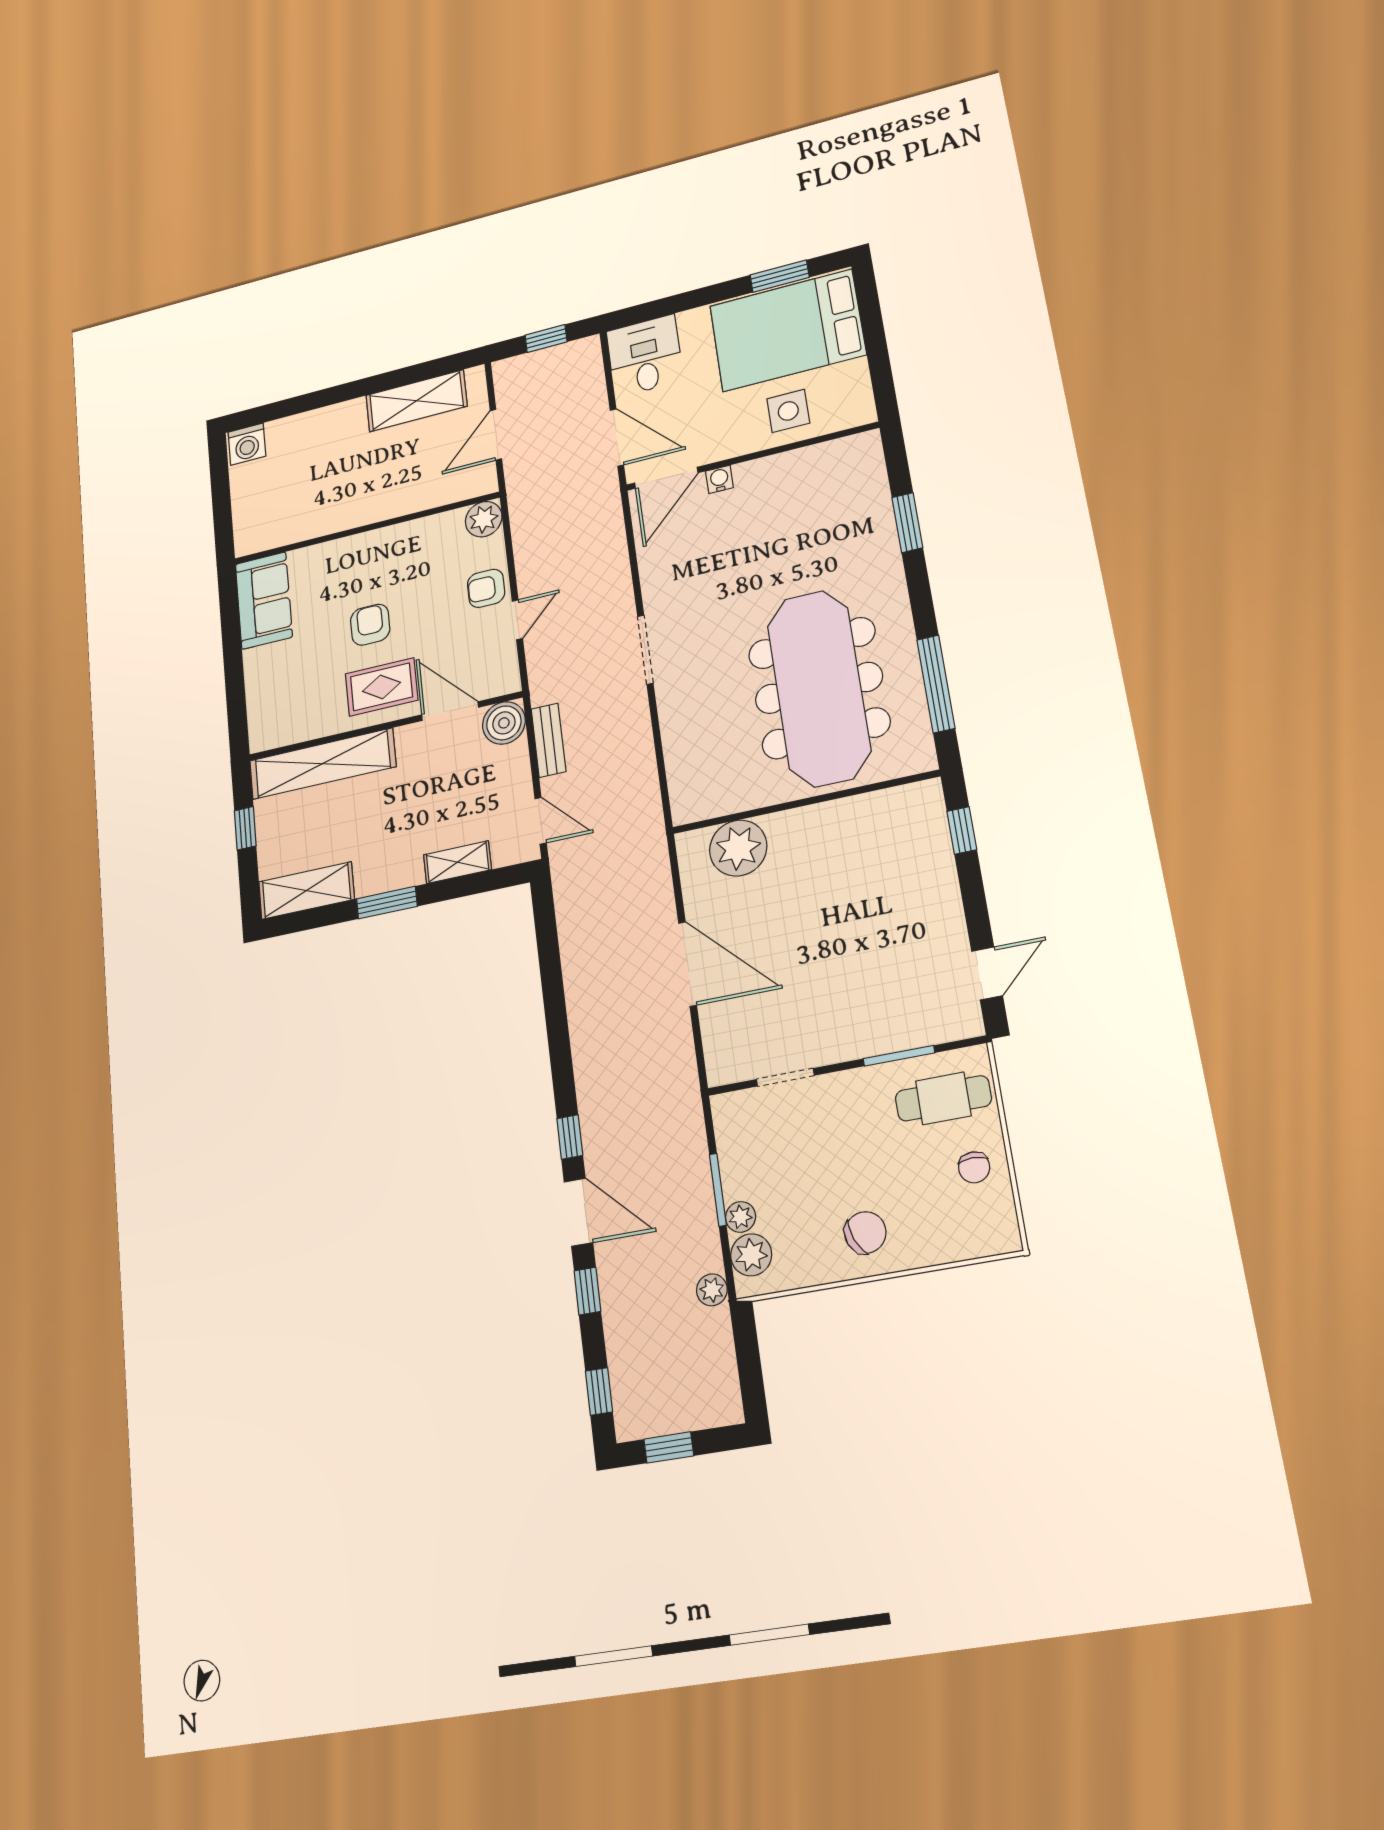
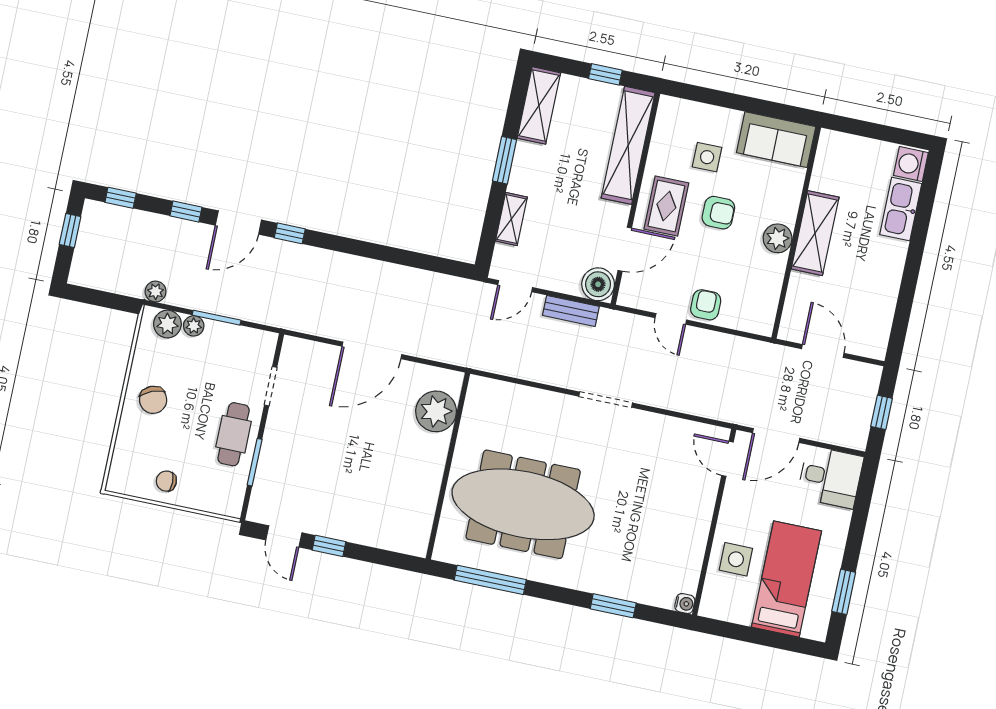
bed: (787, 330) -> (786, 579), width x0.67
shelving: (416, 401) -> (815, 233), moved
kitchen sink: (302, 430) -> (901, 209), added
door: (666, 478) -> (728, 459), width x0.73
water cooler: (719, 479) -> (685, 604), moved
plant: (484, 519) -> (778, 238), moved
side table: (308, 667) -> (707, 157), added
window: (962, 830) -> (329, 546), moved
cafe table: (943, 1098) -> (234, 434), moved

